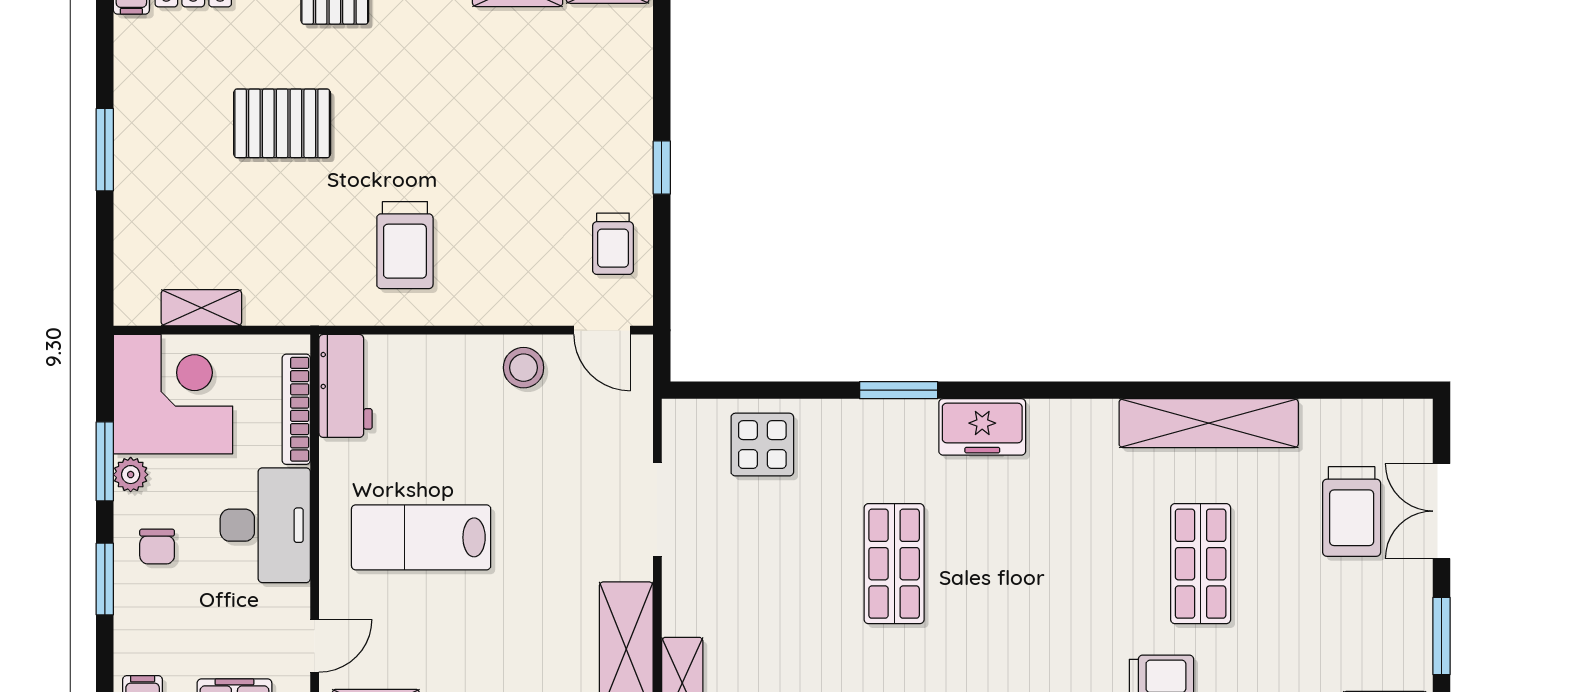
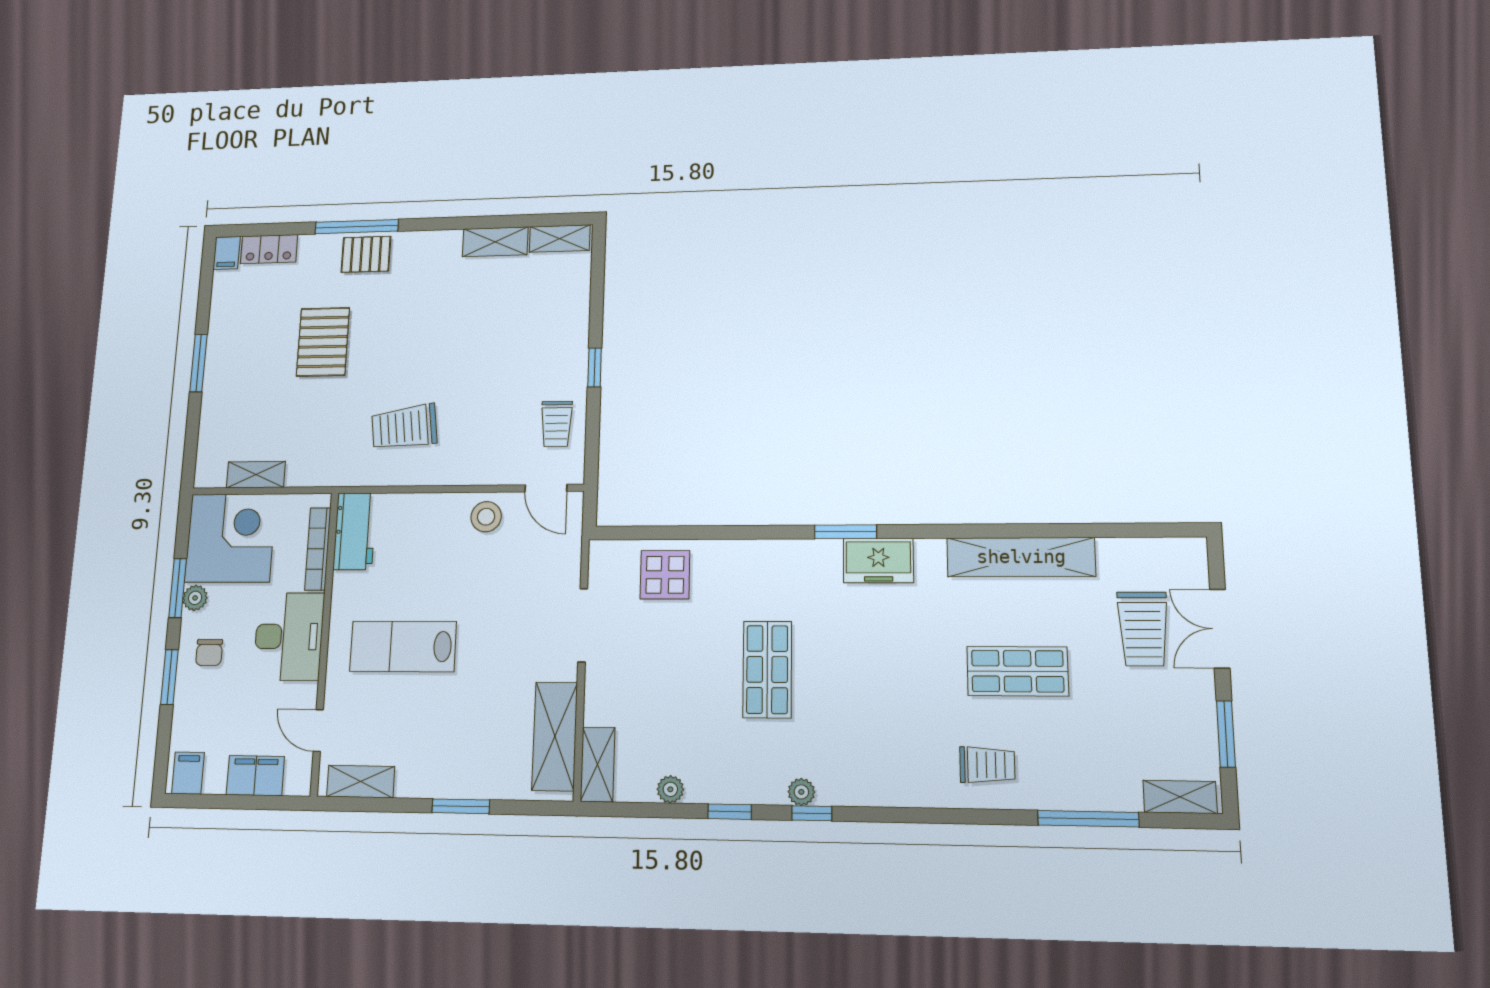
pallet: (282, 123) -> (323, 342), turned 90
trolley: (405, 245) -> (404, 427), turned 83
window: (899, 390) -> (846, 532), moved
freezer: (982, 427) -> (878, 561), moved
shop shelf: (1201, 564) -> (1018, 671), turned 90
door: (315, 646) -> (318, 731), swing flipped

